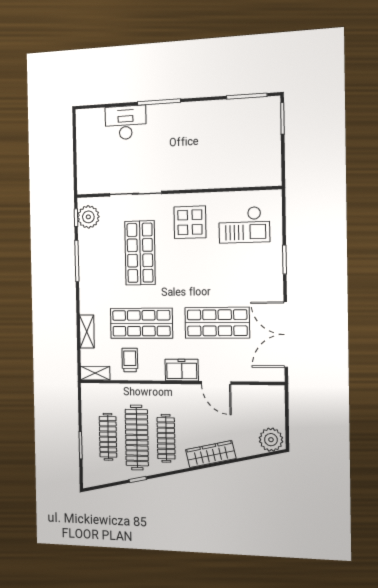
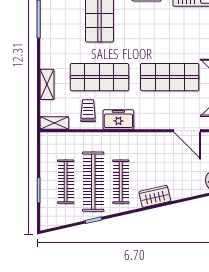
freezer: (182, 370) -> (118, 119), moved
door: (216, 383) -> (187, 131), moved
wardrobe: (211, 454) -> (155, 196), width x0.67

